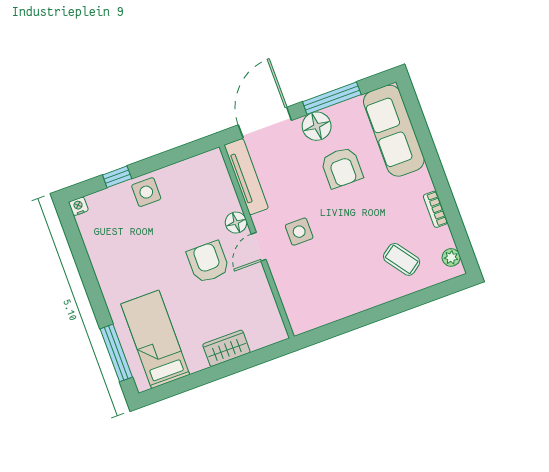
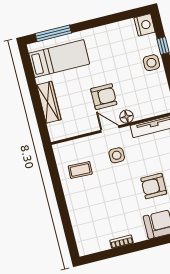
nightstand: (78, 206) -> (145, 25), width x1.89, depth x1.79
plant: (451, 257) -> (90, 248), removed
coffee table: (402, 259) -> (80, 170), moved, turned 38
wardrobe: (226, 348) -> (49, 102), width x1.50

